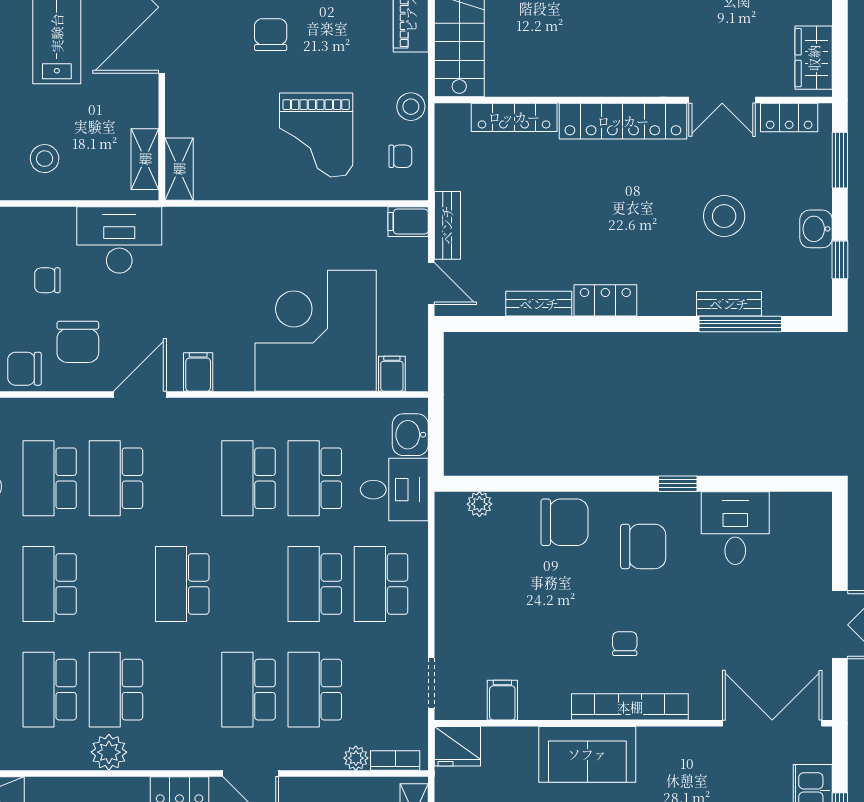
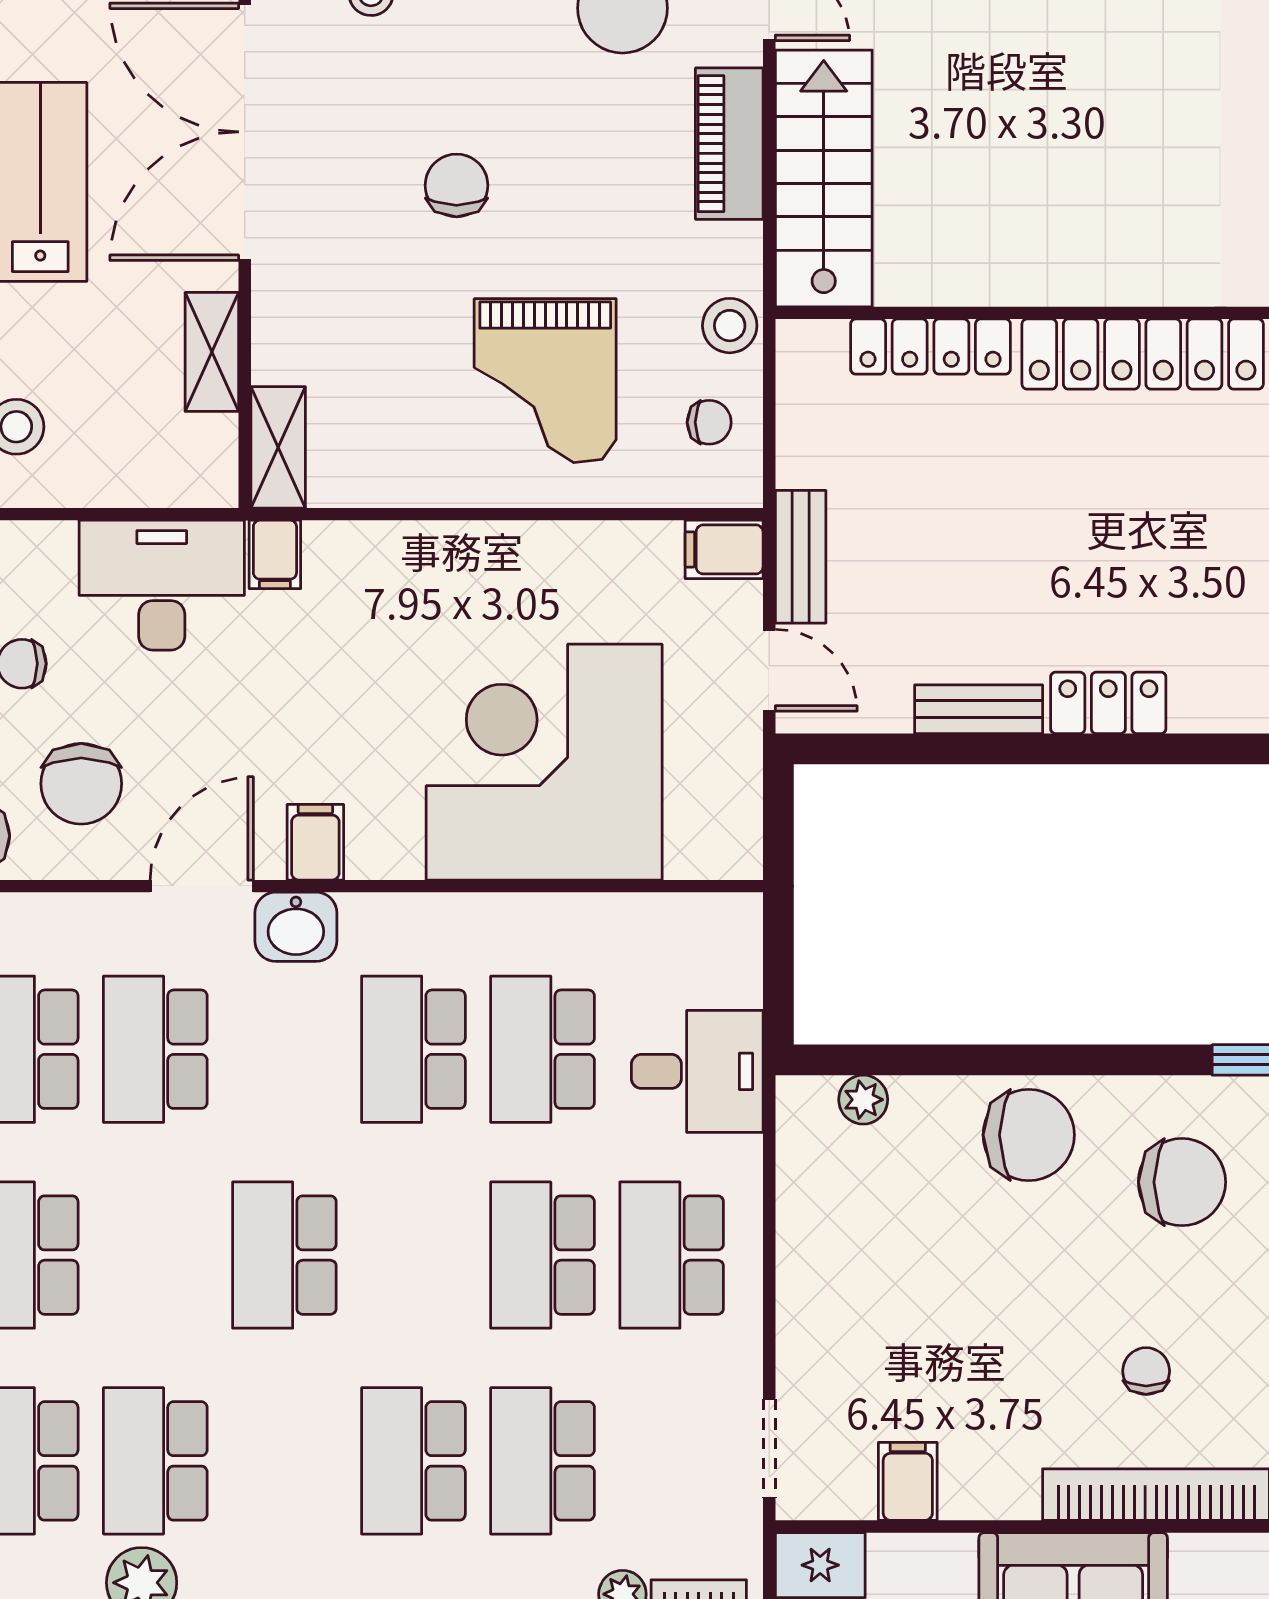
shelving: (145, 159) -> (212, 352), moved
filing cabinet: (392, 374) -> (275, 554), moved, turned 180
washbasin: (410, 435) -> (296, 927), moved, turned -90

